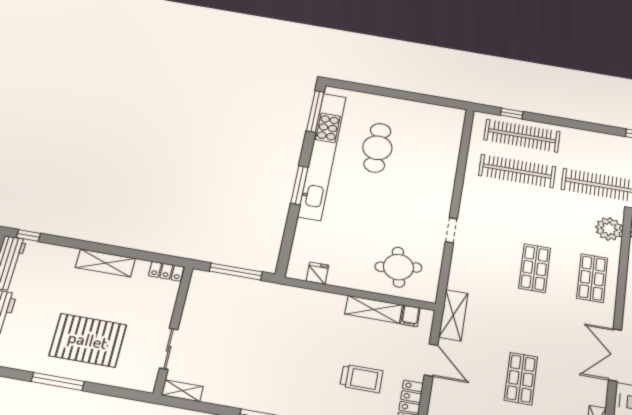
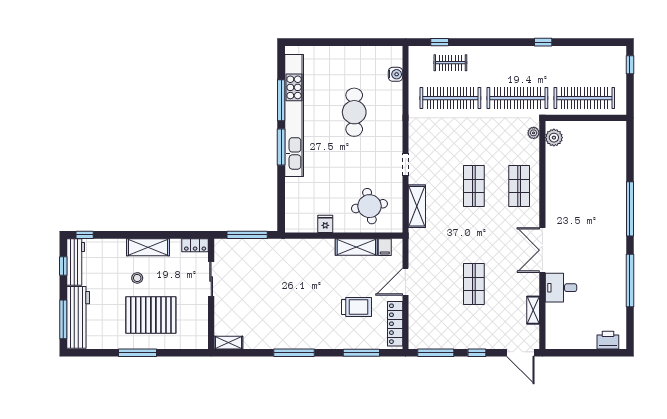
window: (315, 111) -> (281, 100), moved
water cooler: (454, 136) -> (395, 74), added
clothes rail: (522, 136) -> (450, 63), width x0.54, depth x0.76
cafe table: (377, 148) -> (354, 112), moved
plant: (609, 229) -> (534, 133), width x0.53, depth x0.53
fridge: (317, 273) -> (325, 224), moved
stool: (82, 295) -> (137, 278), added
shelving: (453, 315) -> (417, 206), moved
sliding door: (169, 349) -> (211, 279), moved
door: (431, 360) -> (405, 282), swing flipped

